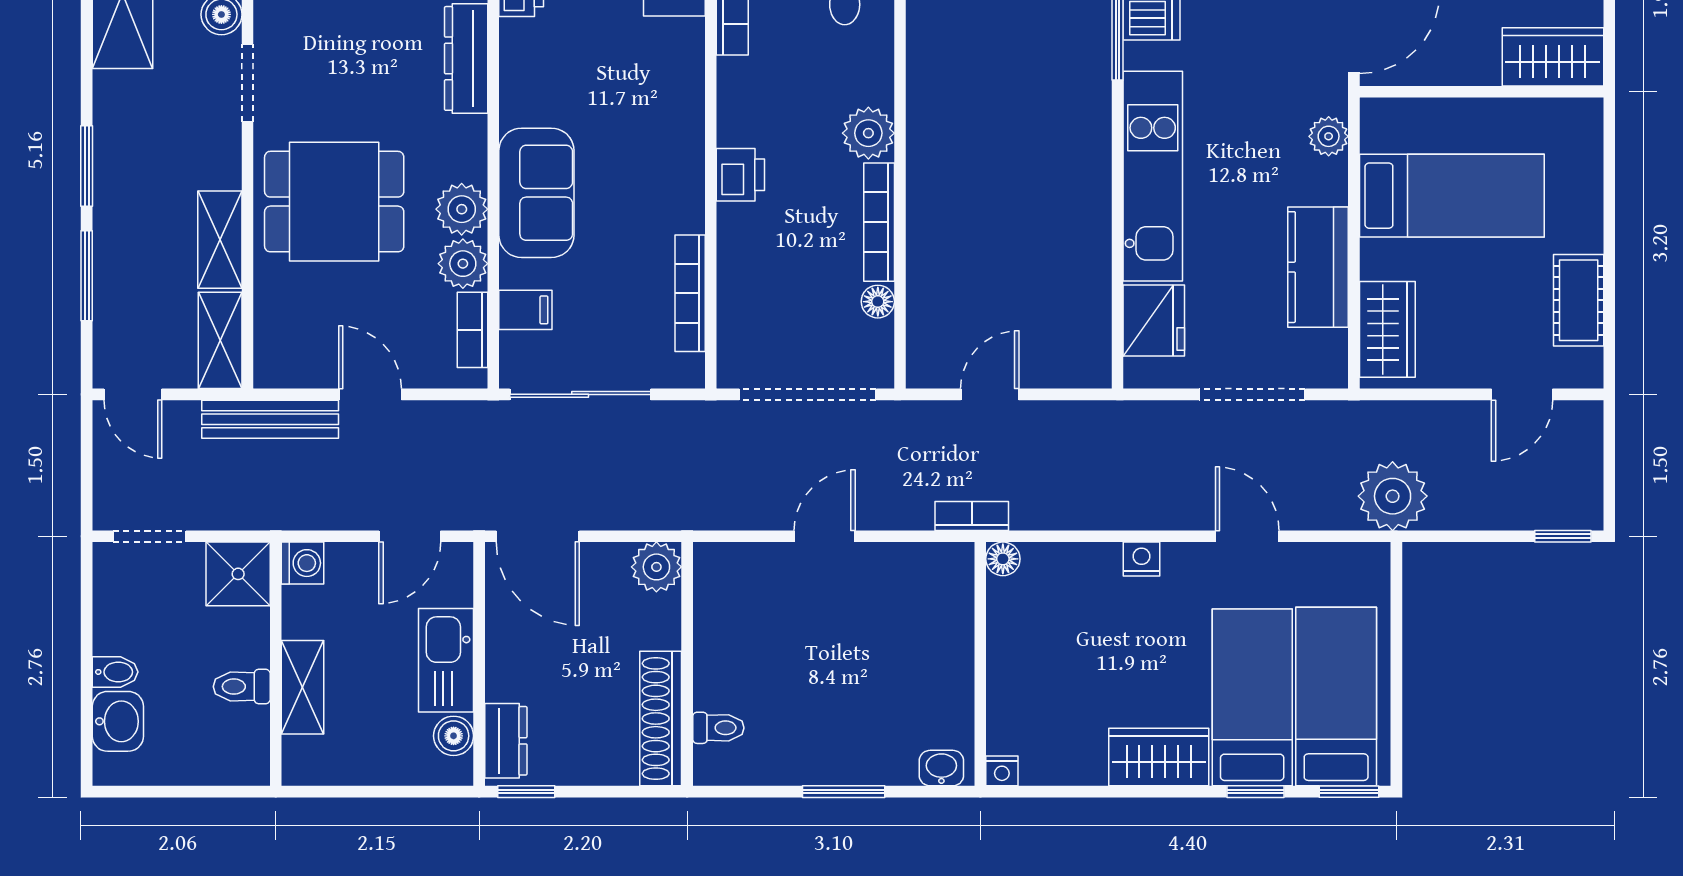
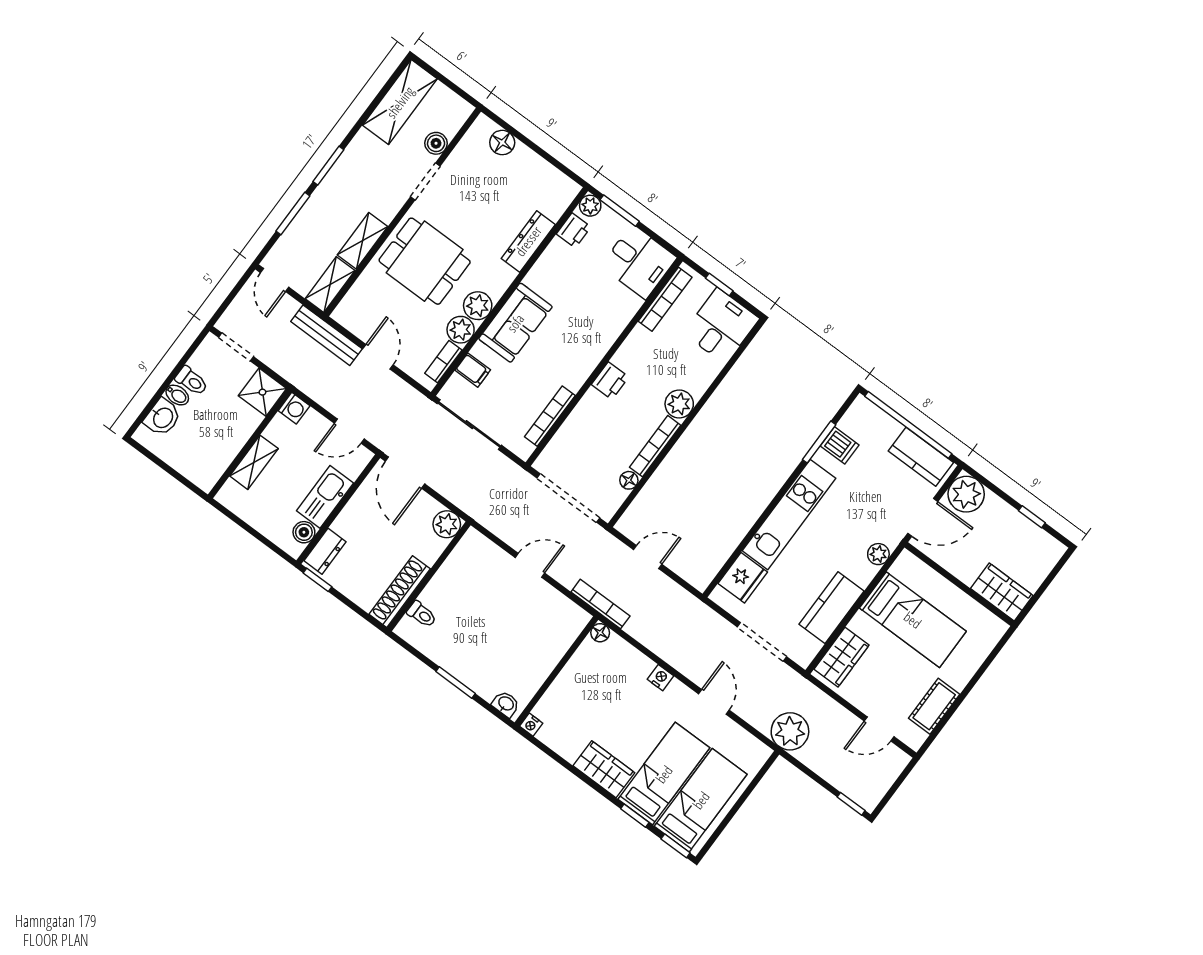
bookcase: (972, 516) -> (600, 604), width x1.56
toilet: (242, 687) -> (192, 381), moved, turned 180

